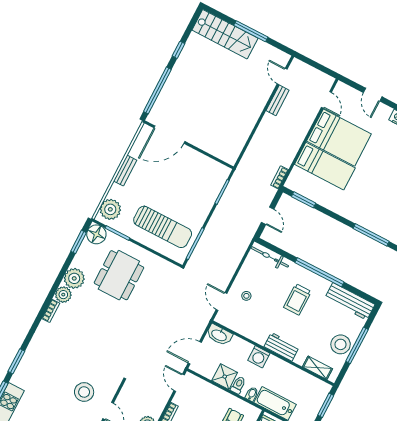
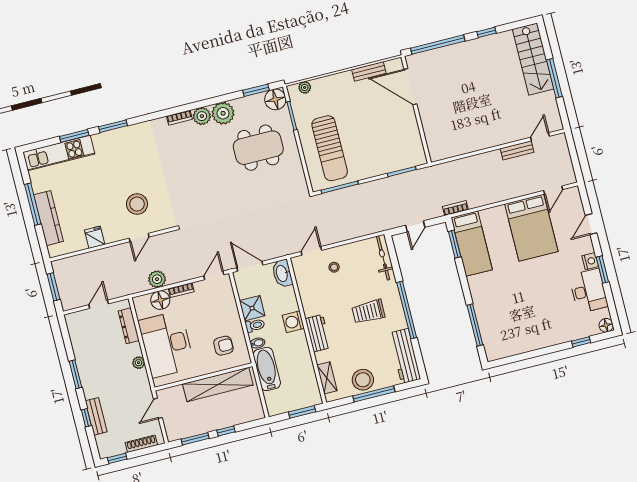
bed: (325, 166) -> (472, 244), moved
bench: (125, 171) -> (369, 71), moved
plant: (110, 209) -> (305, 87), width x0.53, depth x0.53

